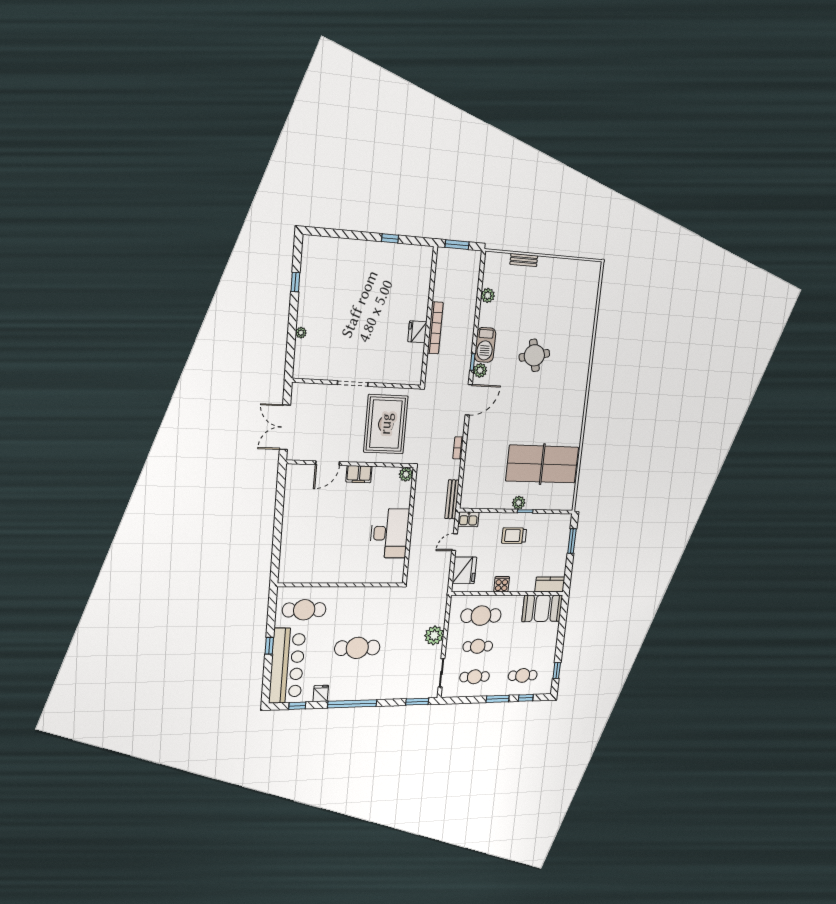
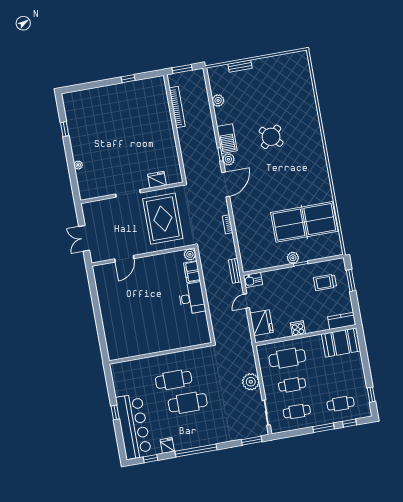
bookcase: (435, 328) -> (177, 107), moved
fridge: (417, 332) -> (157, 180), moved, turned 90
round table: (534, 355) -> (271, 137), turned -32
double door: (285, 427) -> (84, 238), width x0.73
filing cabinet: (359, 474) -> (192, 272), moved, turned 90
bench: (452, 499) -> (235, 271), width x0.73
desk: (389, 533) -> (192, 298), width x0.73, depth x0.77
trolley: (514, 536) -> (325, 282), moved
cafe table: (304, 610) -> (174, 380), moved

